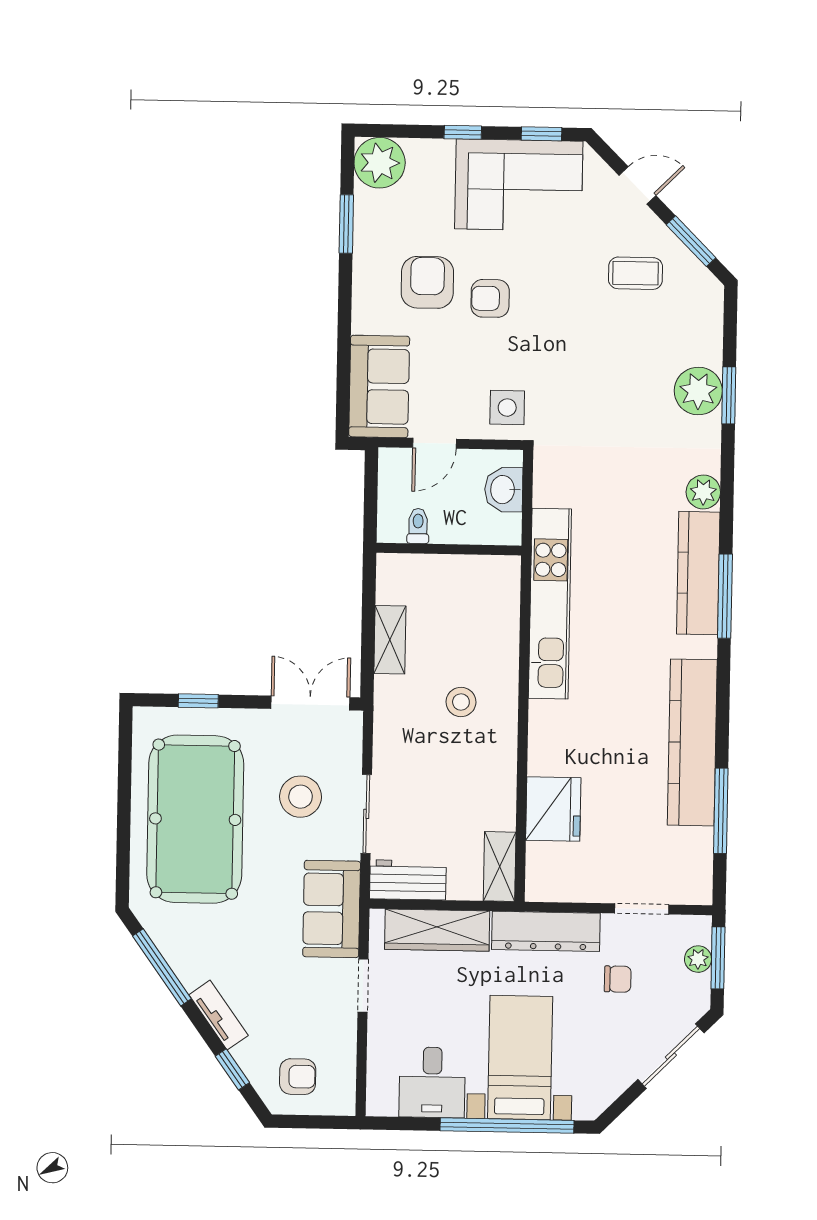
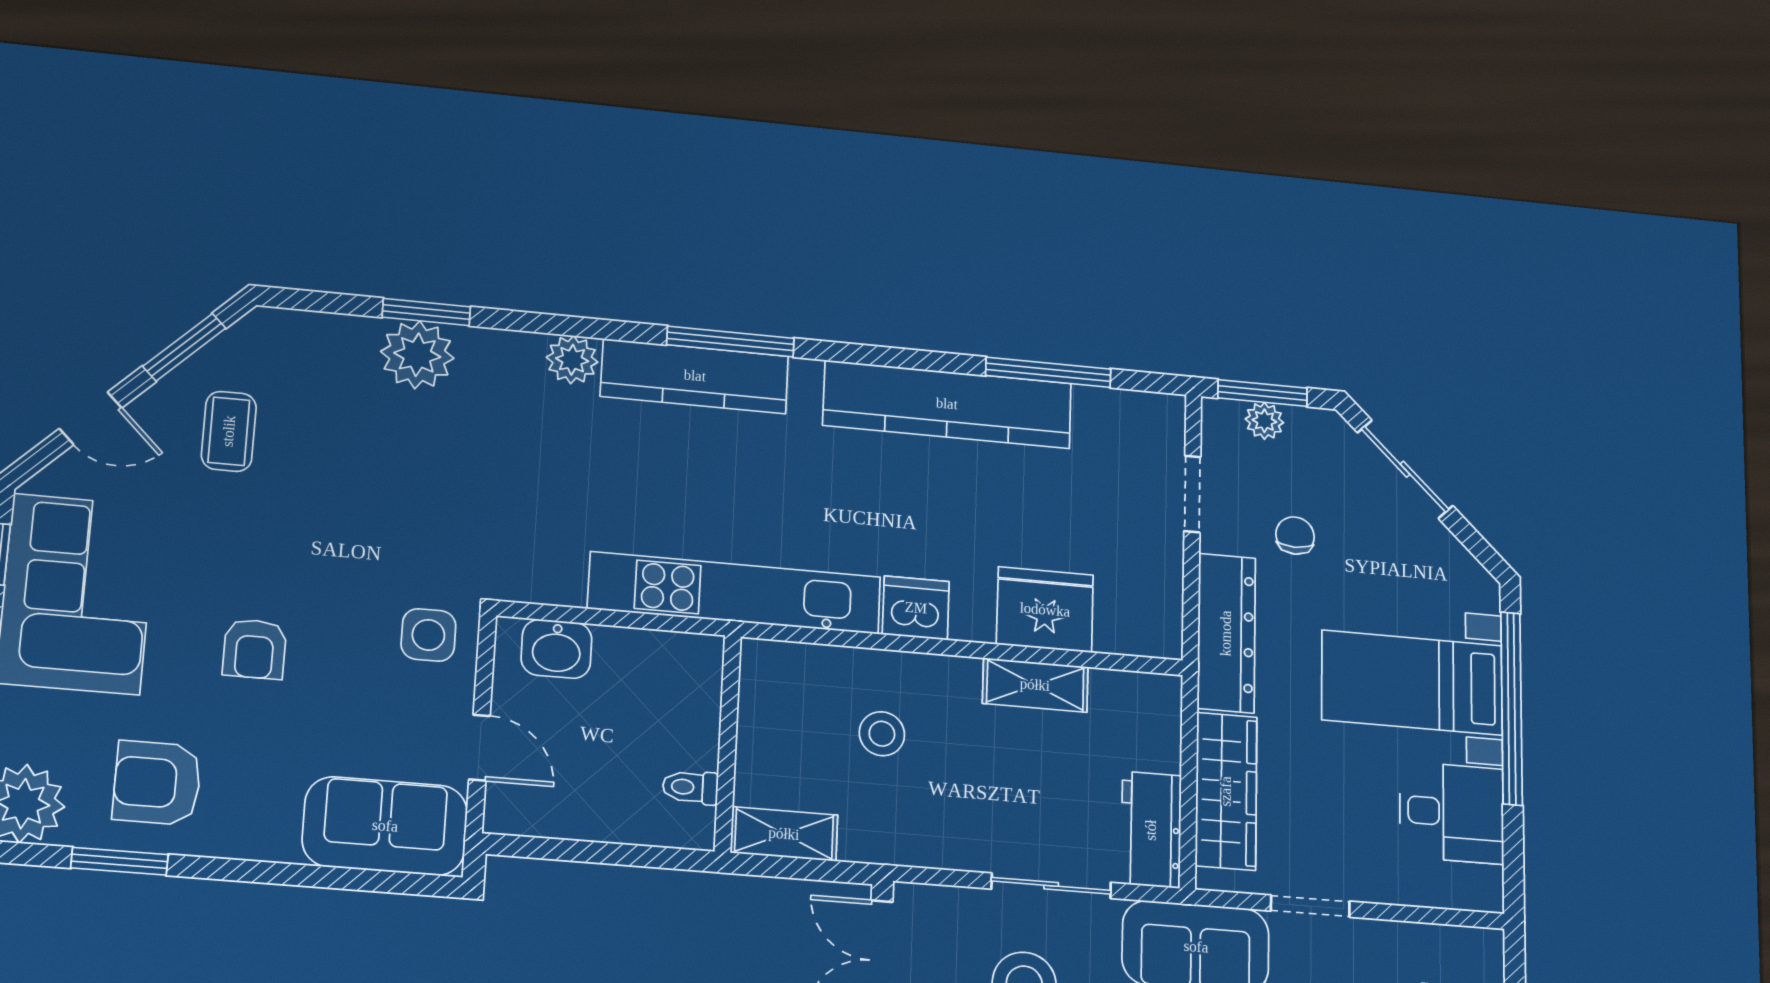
door: (637, 185) -> (91, 418), swing flipped
armchair: (427, 282) -> (157, 783), moved
toilet: (418, 526) -> (690, 787), moved
wall: (449, 549) -> (728, 743), moved
dishwasher: (548, 723) -> (916, 608), added
shelving: (500, 866) -> (1035, 685), moved

